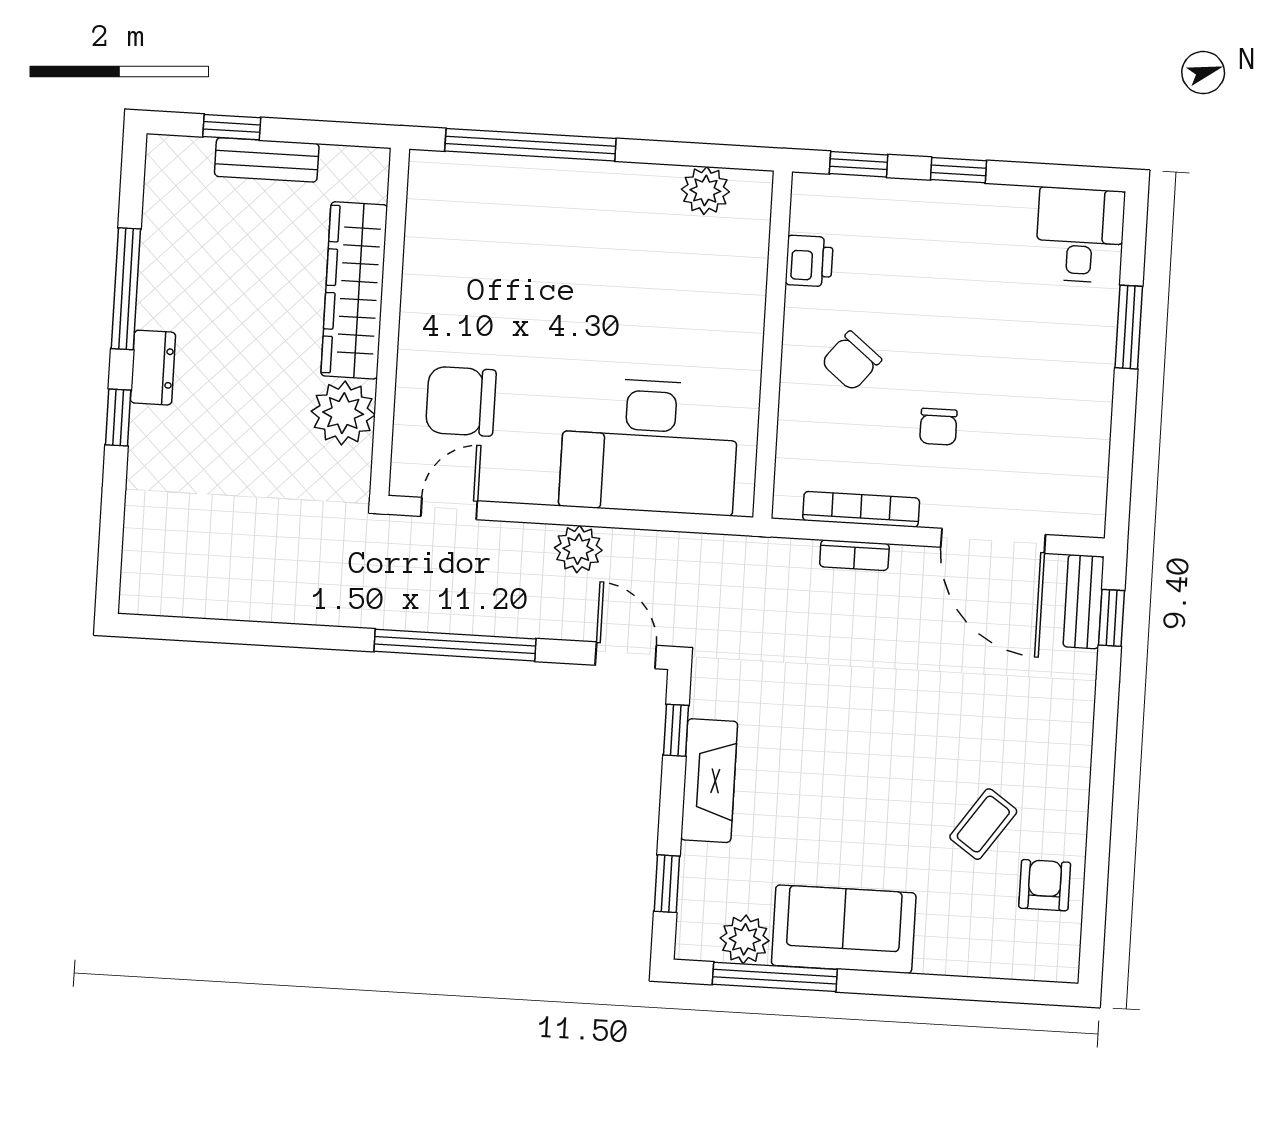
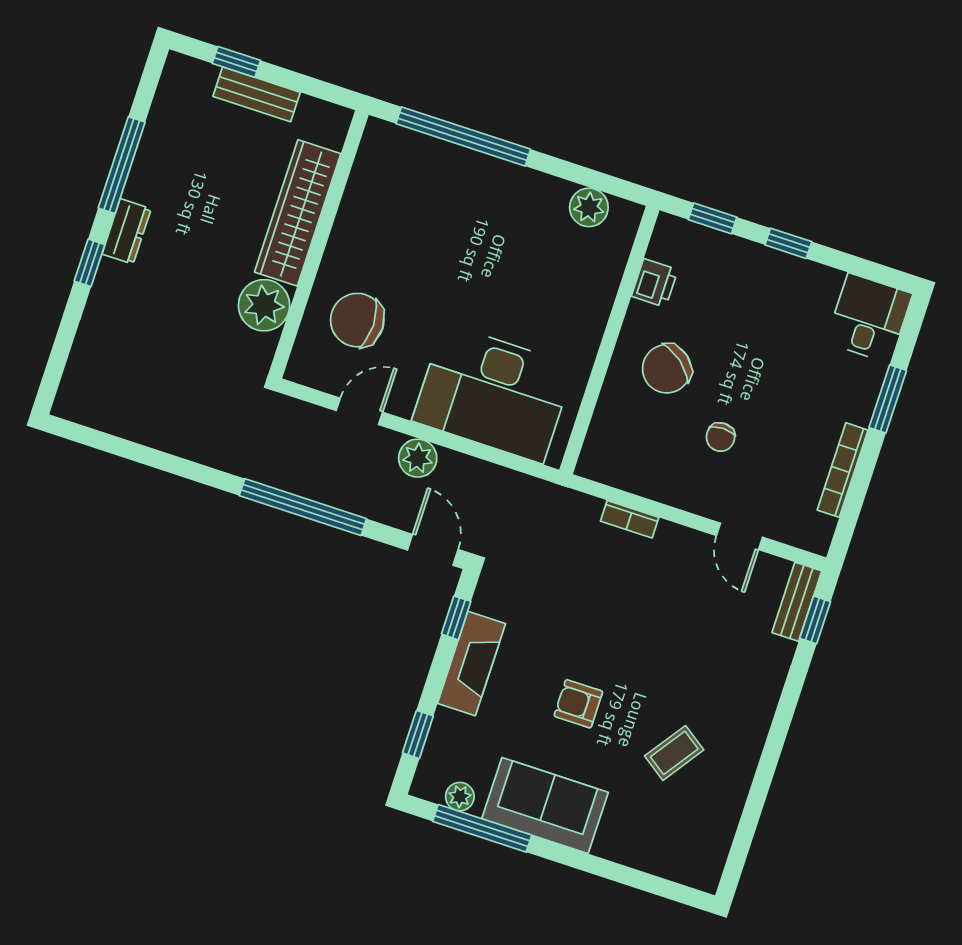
chair: (851, 361) -> (667, 369), width x1.37, depth x1.37
door: (449, 509) -> (359, 411), moved
bookcase: (861, 509) -> (843, 470), moved, turned -90
door: (993, 541) -> (739, 536), width x0.53
armchair: (1045, 885) -> (578, 704), moved, turned -90
plant: (745, 939) -> (460, 797), width x0.73, depth x0.73

